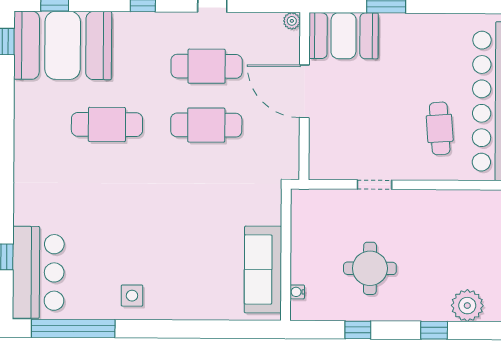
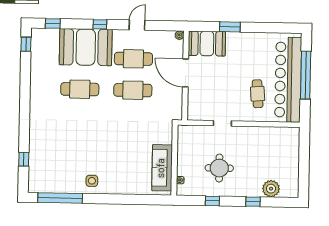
booth: (63, 45) -> (86, 47), moved
bar counter: (38, 272) -> (42, 168), removed

